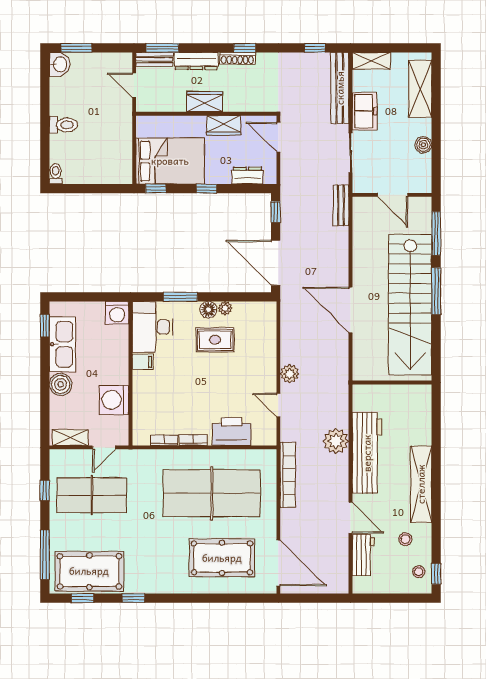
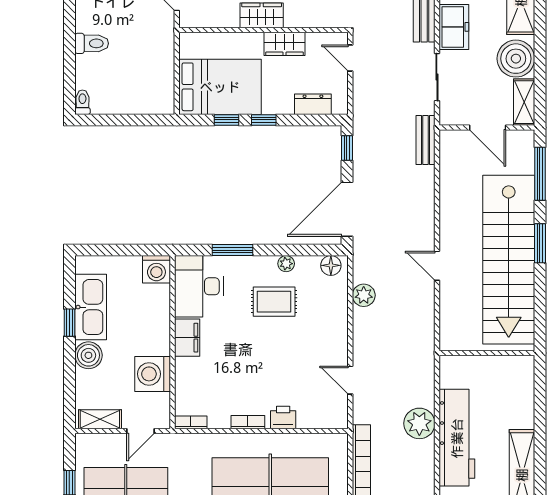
door: (278, 137) -> (350, 58), width x0.73
boiler: (423, 145) -> (516, 59), width x1.86, depth x1.86
shelving: (423, 174) -> (524, 102), added
window: (156, 189) -> (227, 120), moved
door: (276, 263) -> (347, 209), hinge flipped
window: (436, 291) -> (540, 243), width x0.69
floor lamp: (208, 310) -> (331, 265), moved
door: (351, 310) -> (437, 266), width x0.53
window: (45, 326) -> (69, 323), moved
filing cabinet: (143, 362) -> (187, 338), width x2.00
plant: (290, 374) -> (364, 295), moved
printer: (232, 432) -> (283, 418), width x0.53, depth x0.68
bookcase: (164, 440) -> (191, 422), moved

